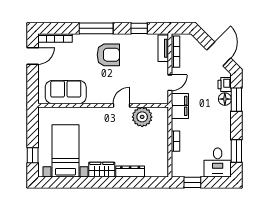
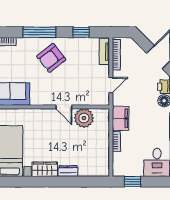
armchair: (108, 55) -> (51, 58), turned 142
door: (121, 105) -> (64, 107), swing flipped
filing cabinet: (180, 106) -> (120, 118), moved
dresser: (130, 172) -> (68, 171), width x0.70

